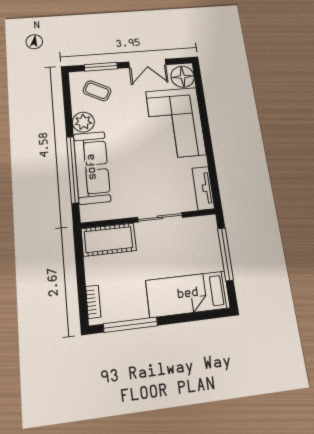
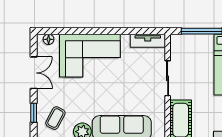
window: (101, 67) -> (34, 113), width x0.67
floor lamp: (183, 77) -> (49, 39), width x0.53, depth x0.53

